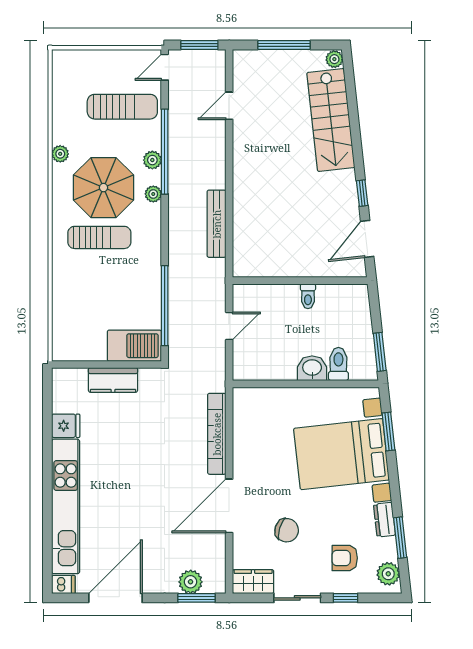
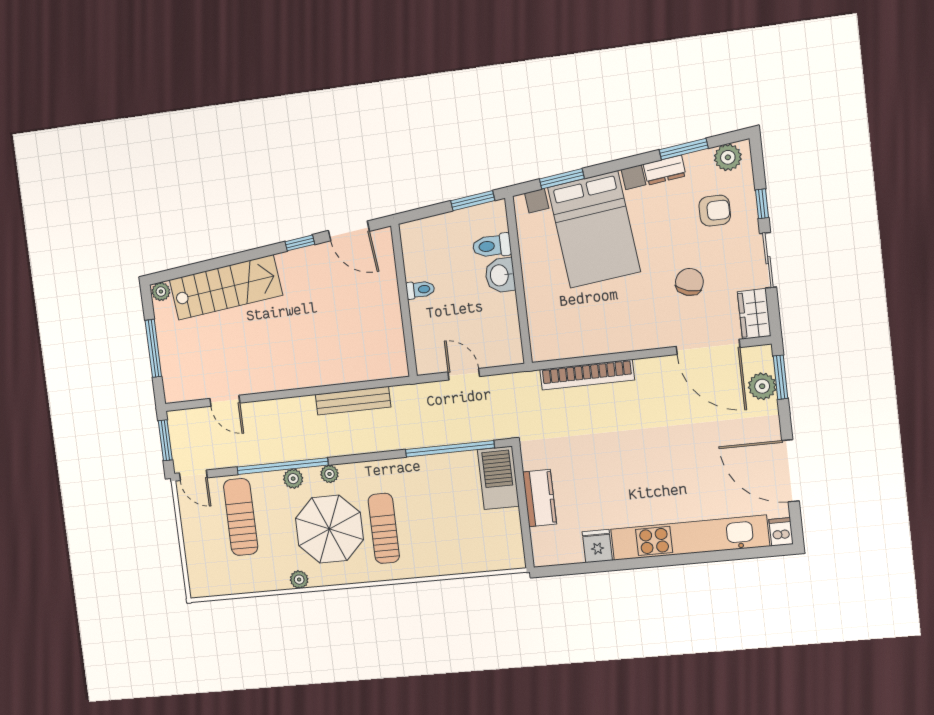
door: (229, 506) -> (708, 347), moved
armchair: (345, 558) -> (715, 211), turned -90

